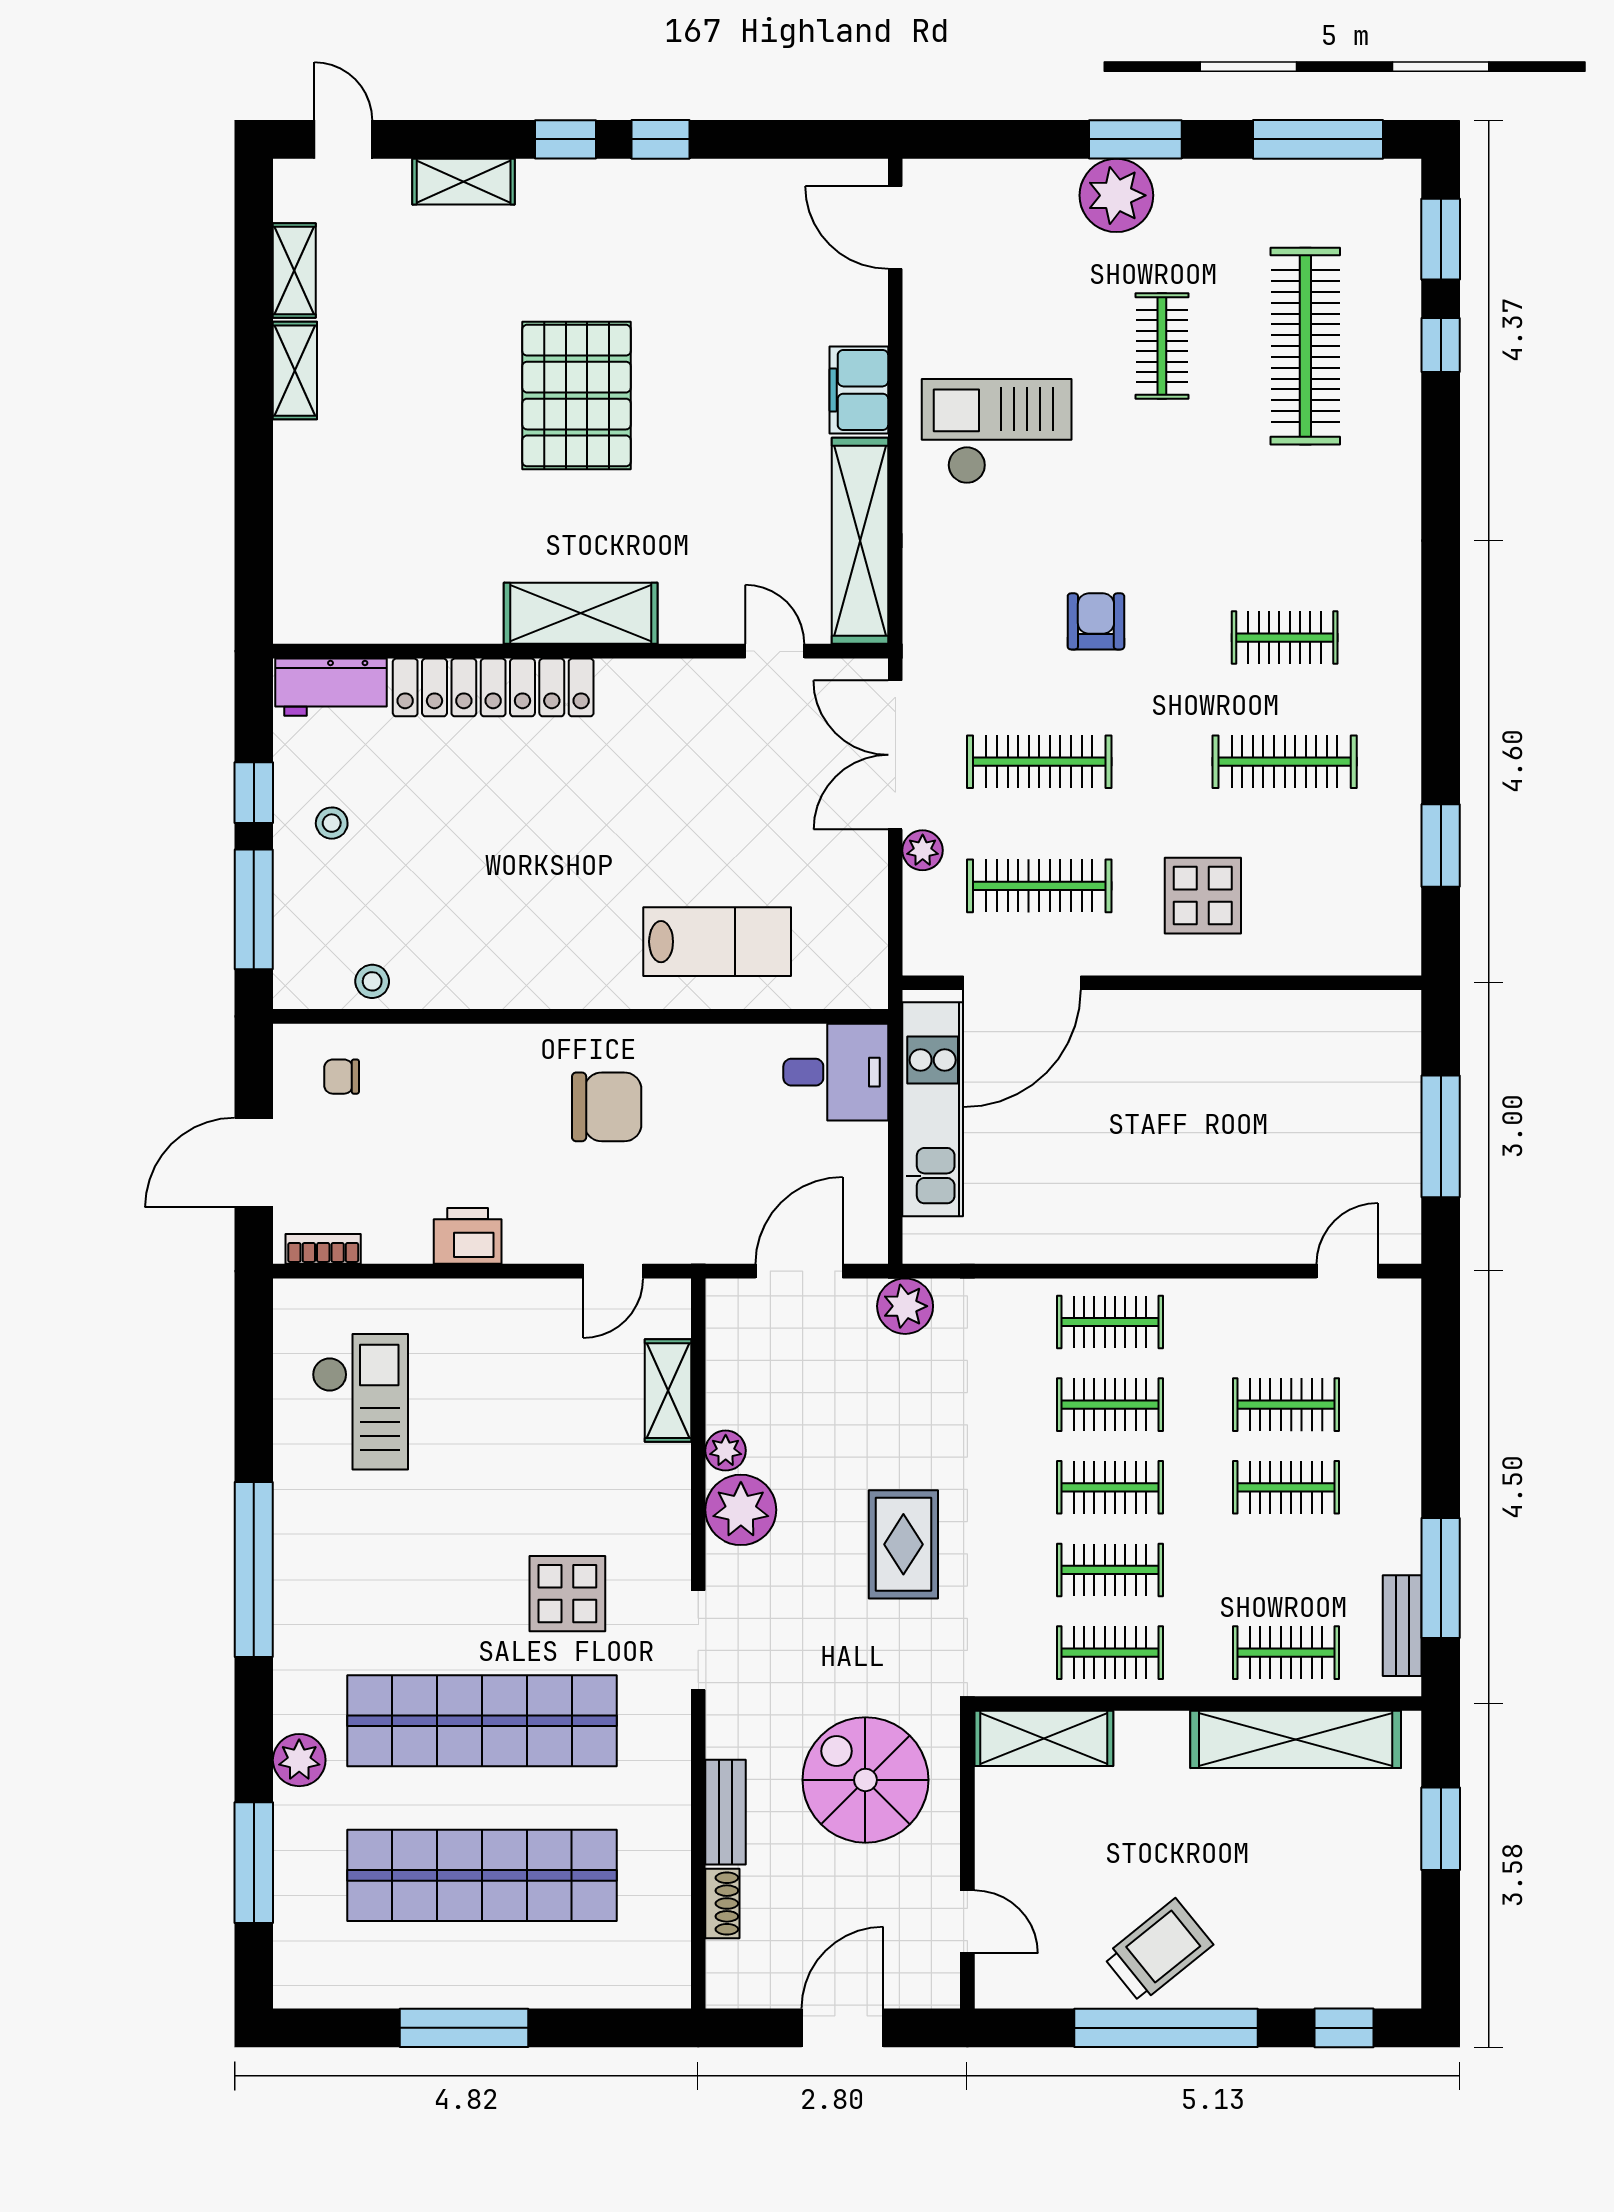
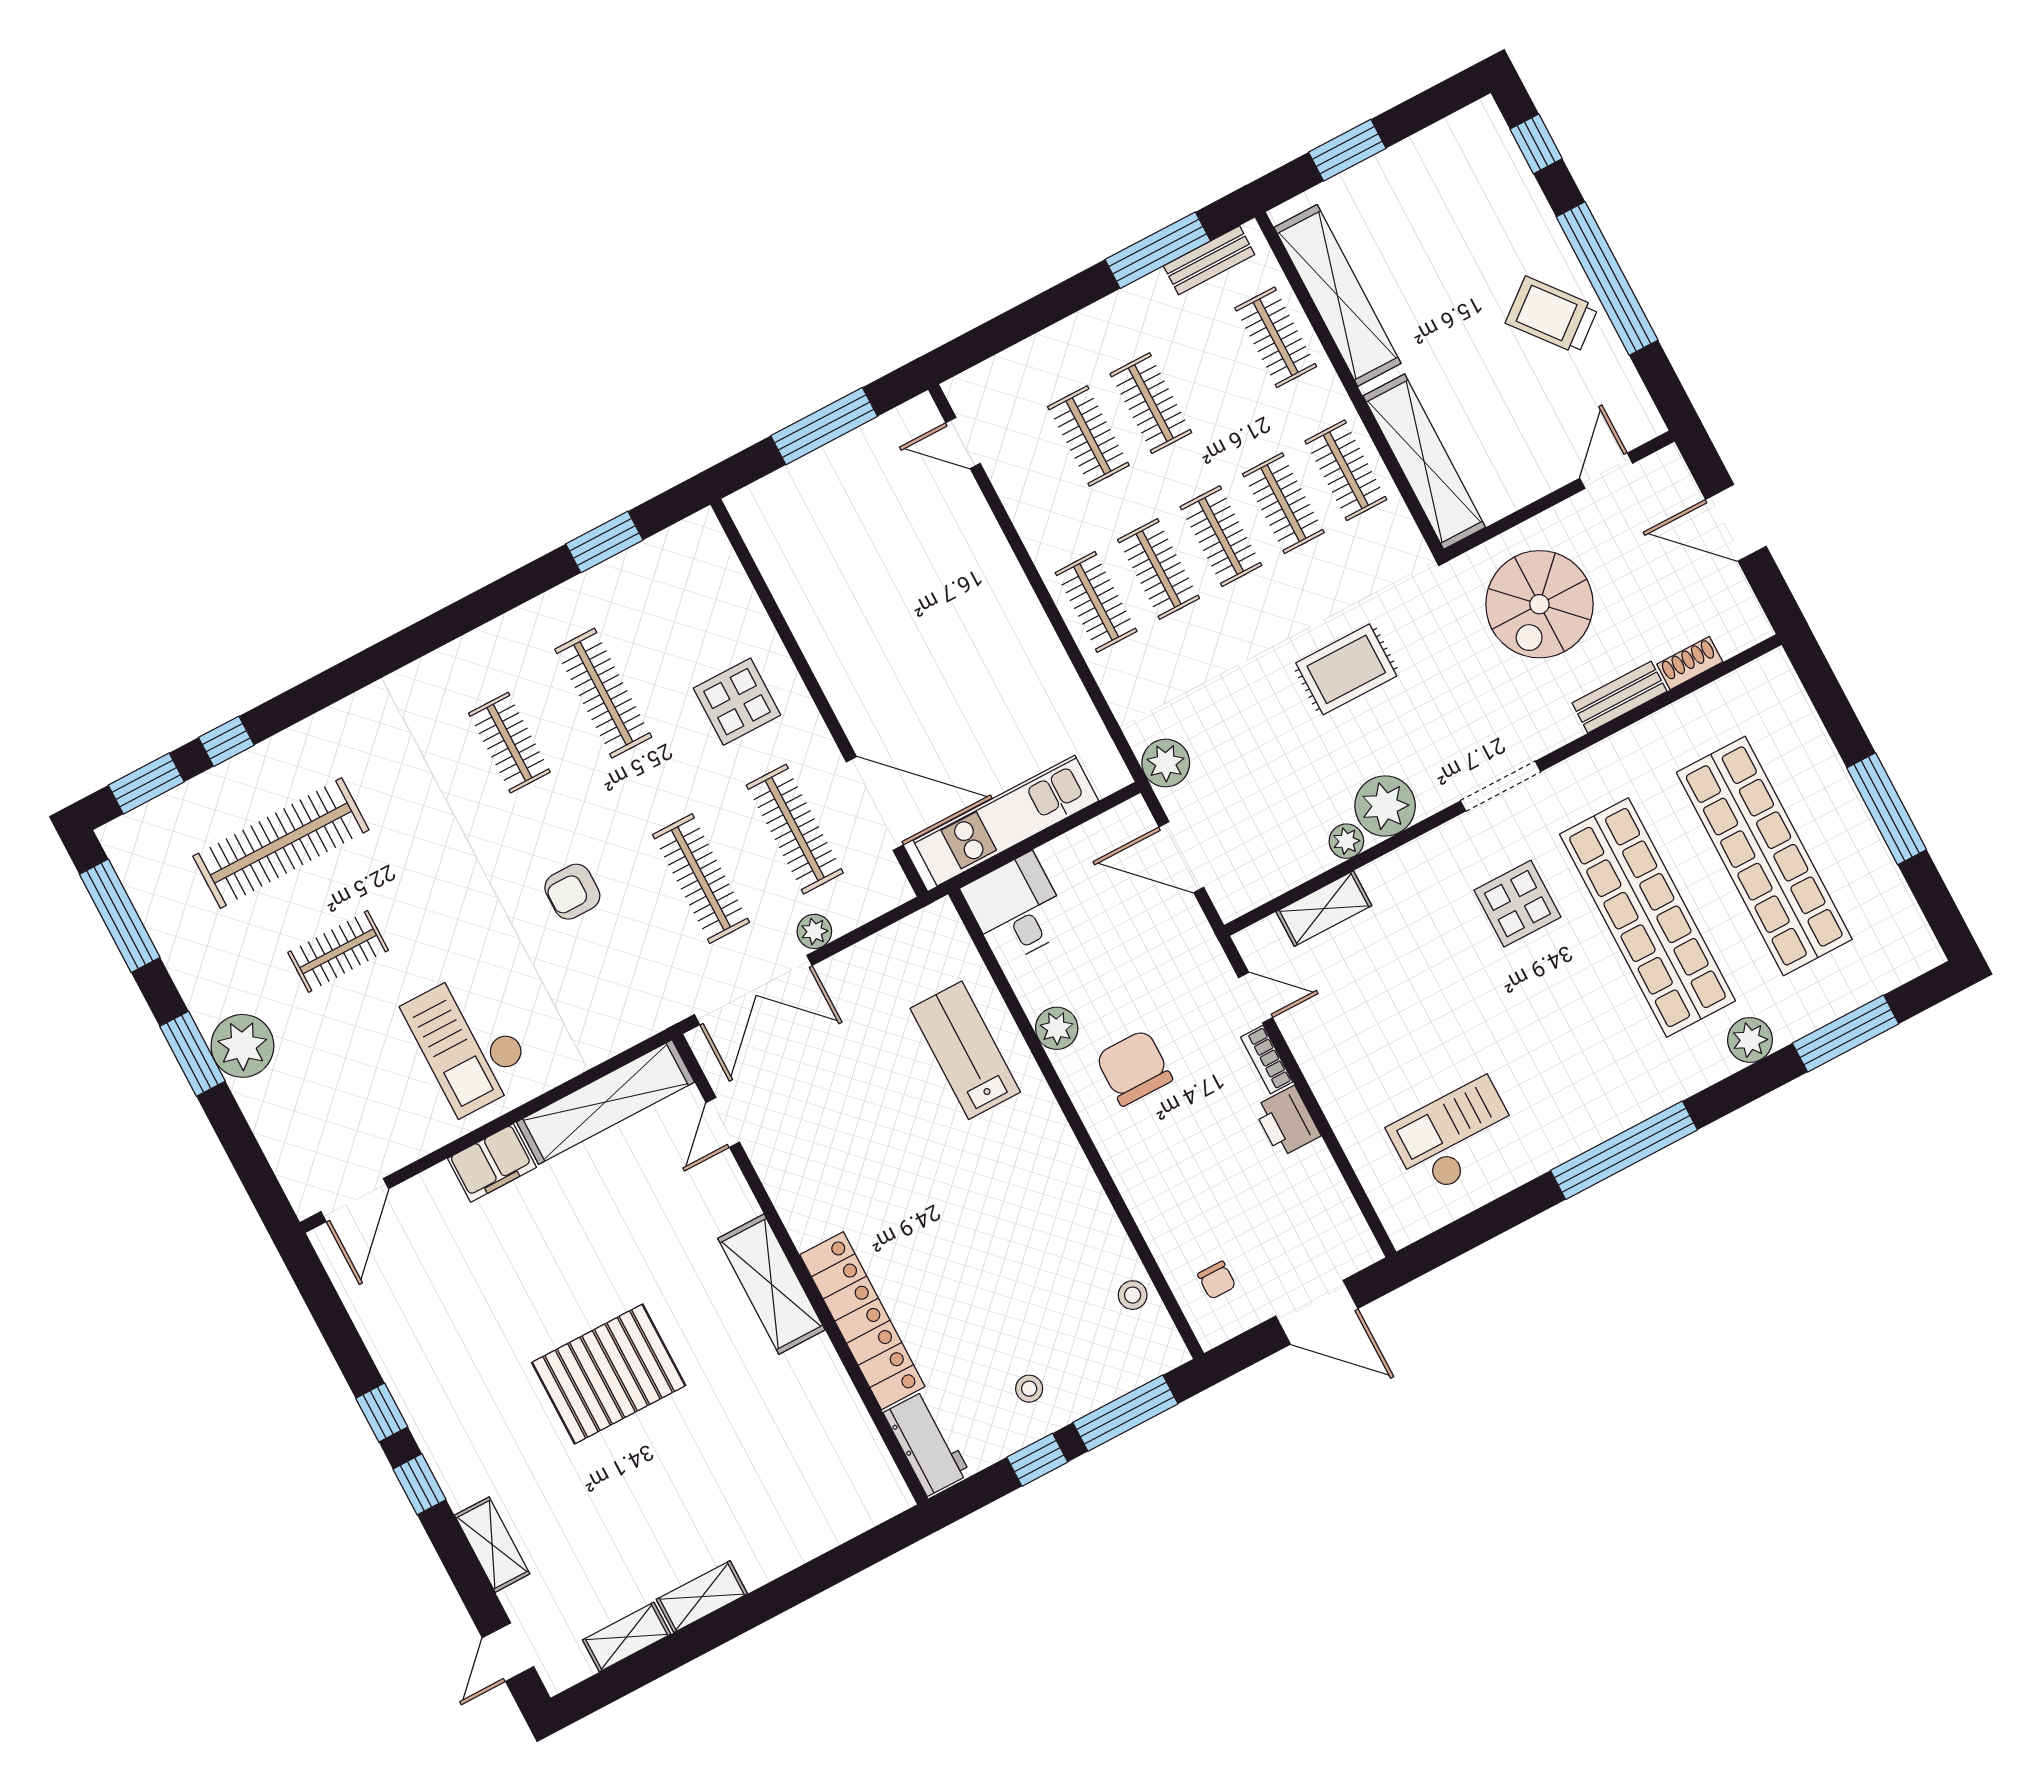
plant: (690, 1048) -> (1057, 1028), added
bookcase: (323, 1249) -> (1267, 1060), moved
shelving: (1044, 1738) -> (1424, 462), width x1.47

